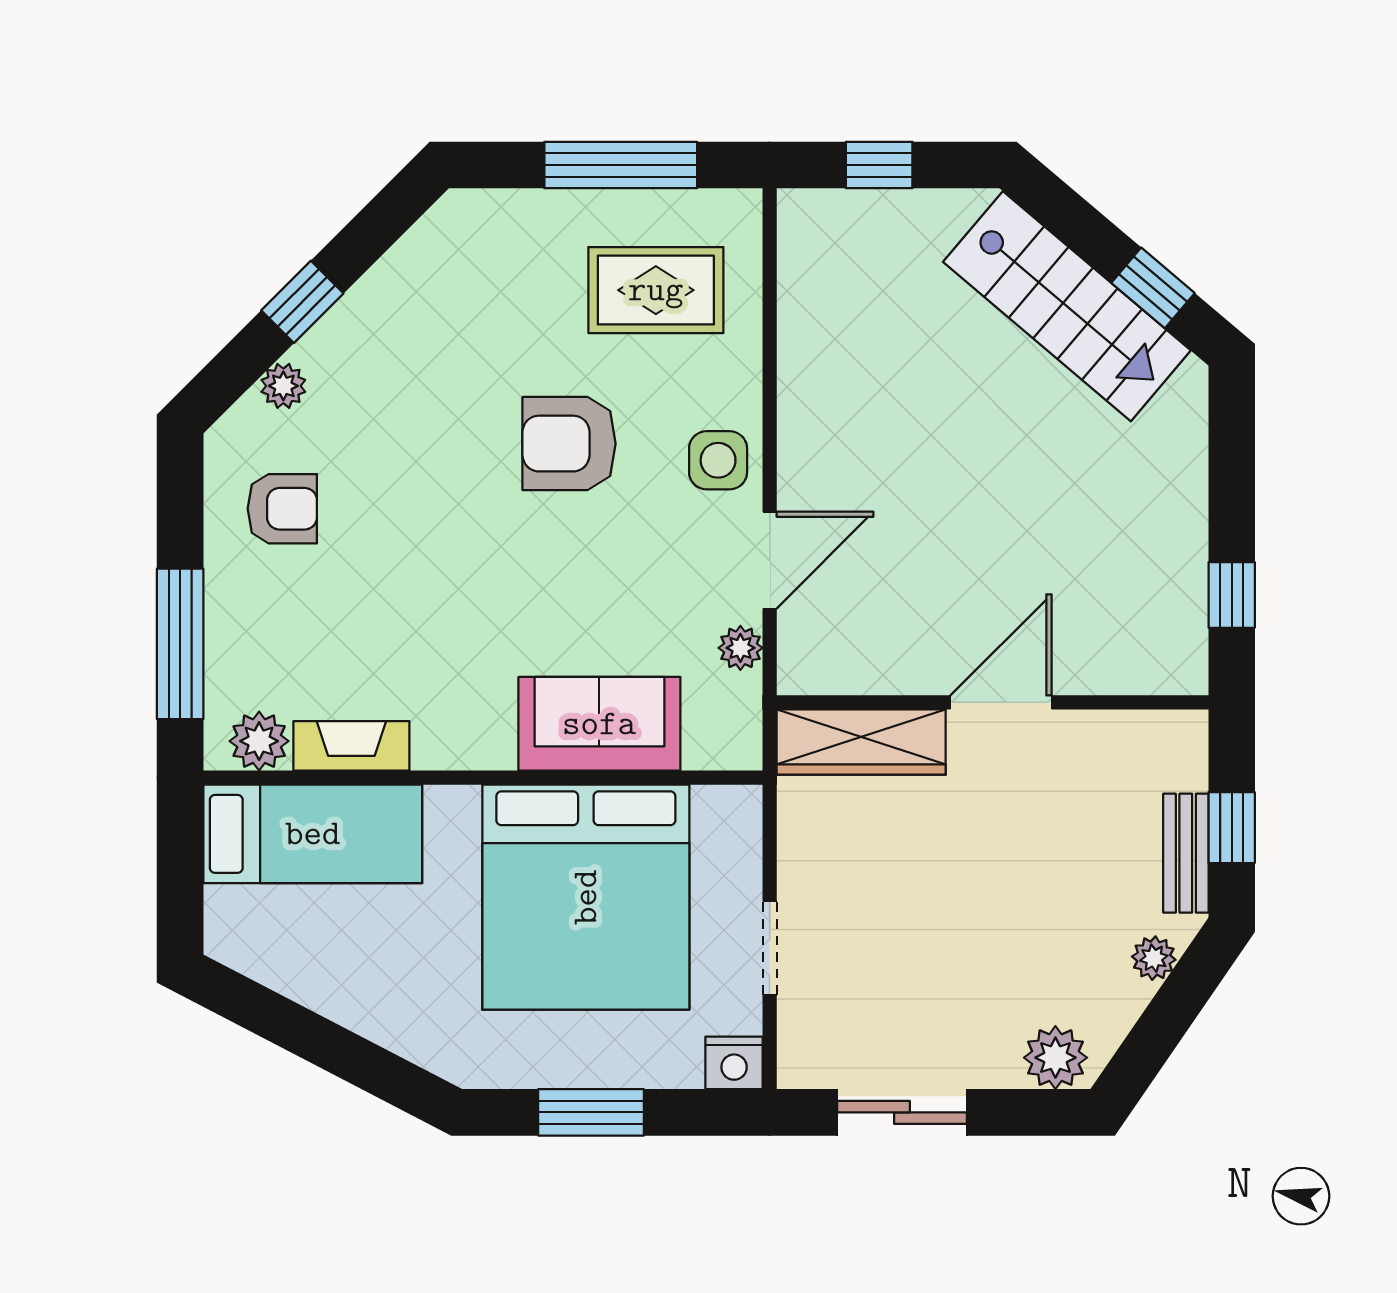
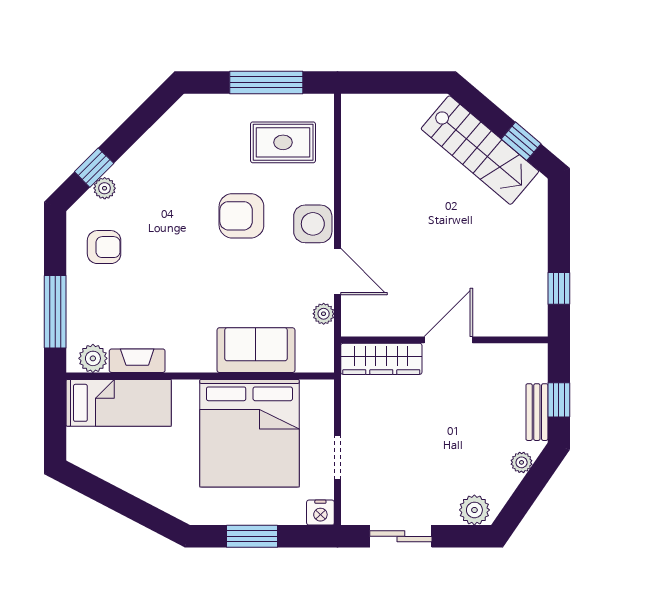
window: (879, 165) -> (390, 82), removed
window: (302, 302) -> (94, 168), moved
side table: (718, 460) -> (313, 224), width x1.37, depth x1.37
door: (770, 560) -> (337, 272), hinge flipped

